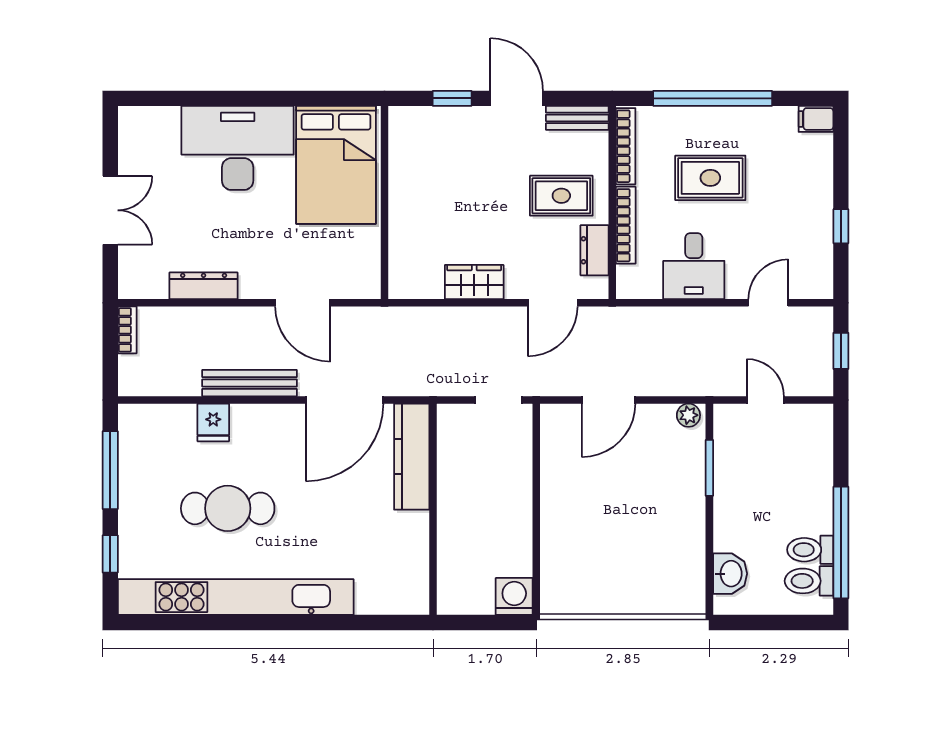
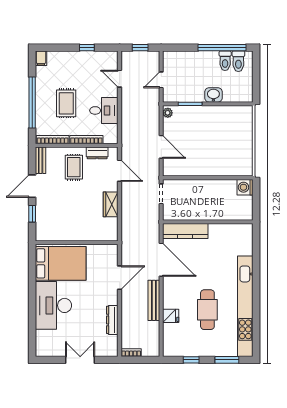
window: (110, 470) -> (191, 360), width x0.46
window: (110, 554) -> (227, 360), width x1.50
washbasin: (730, 574) -> (213, 95), moved

